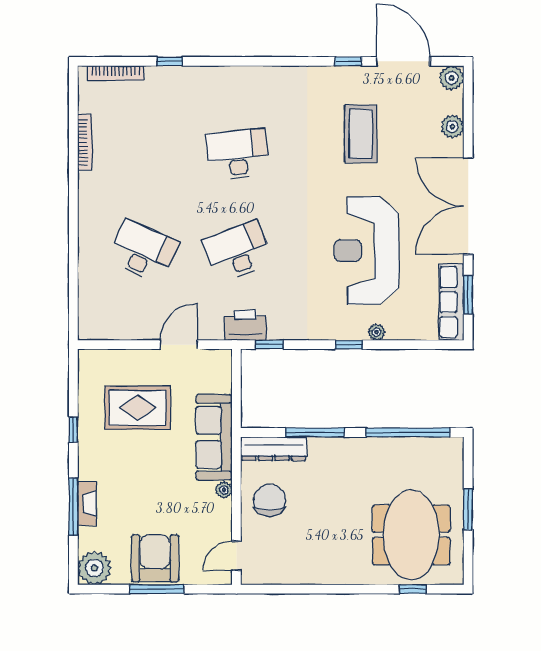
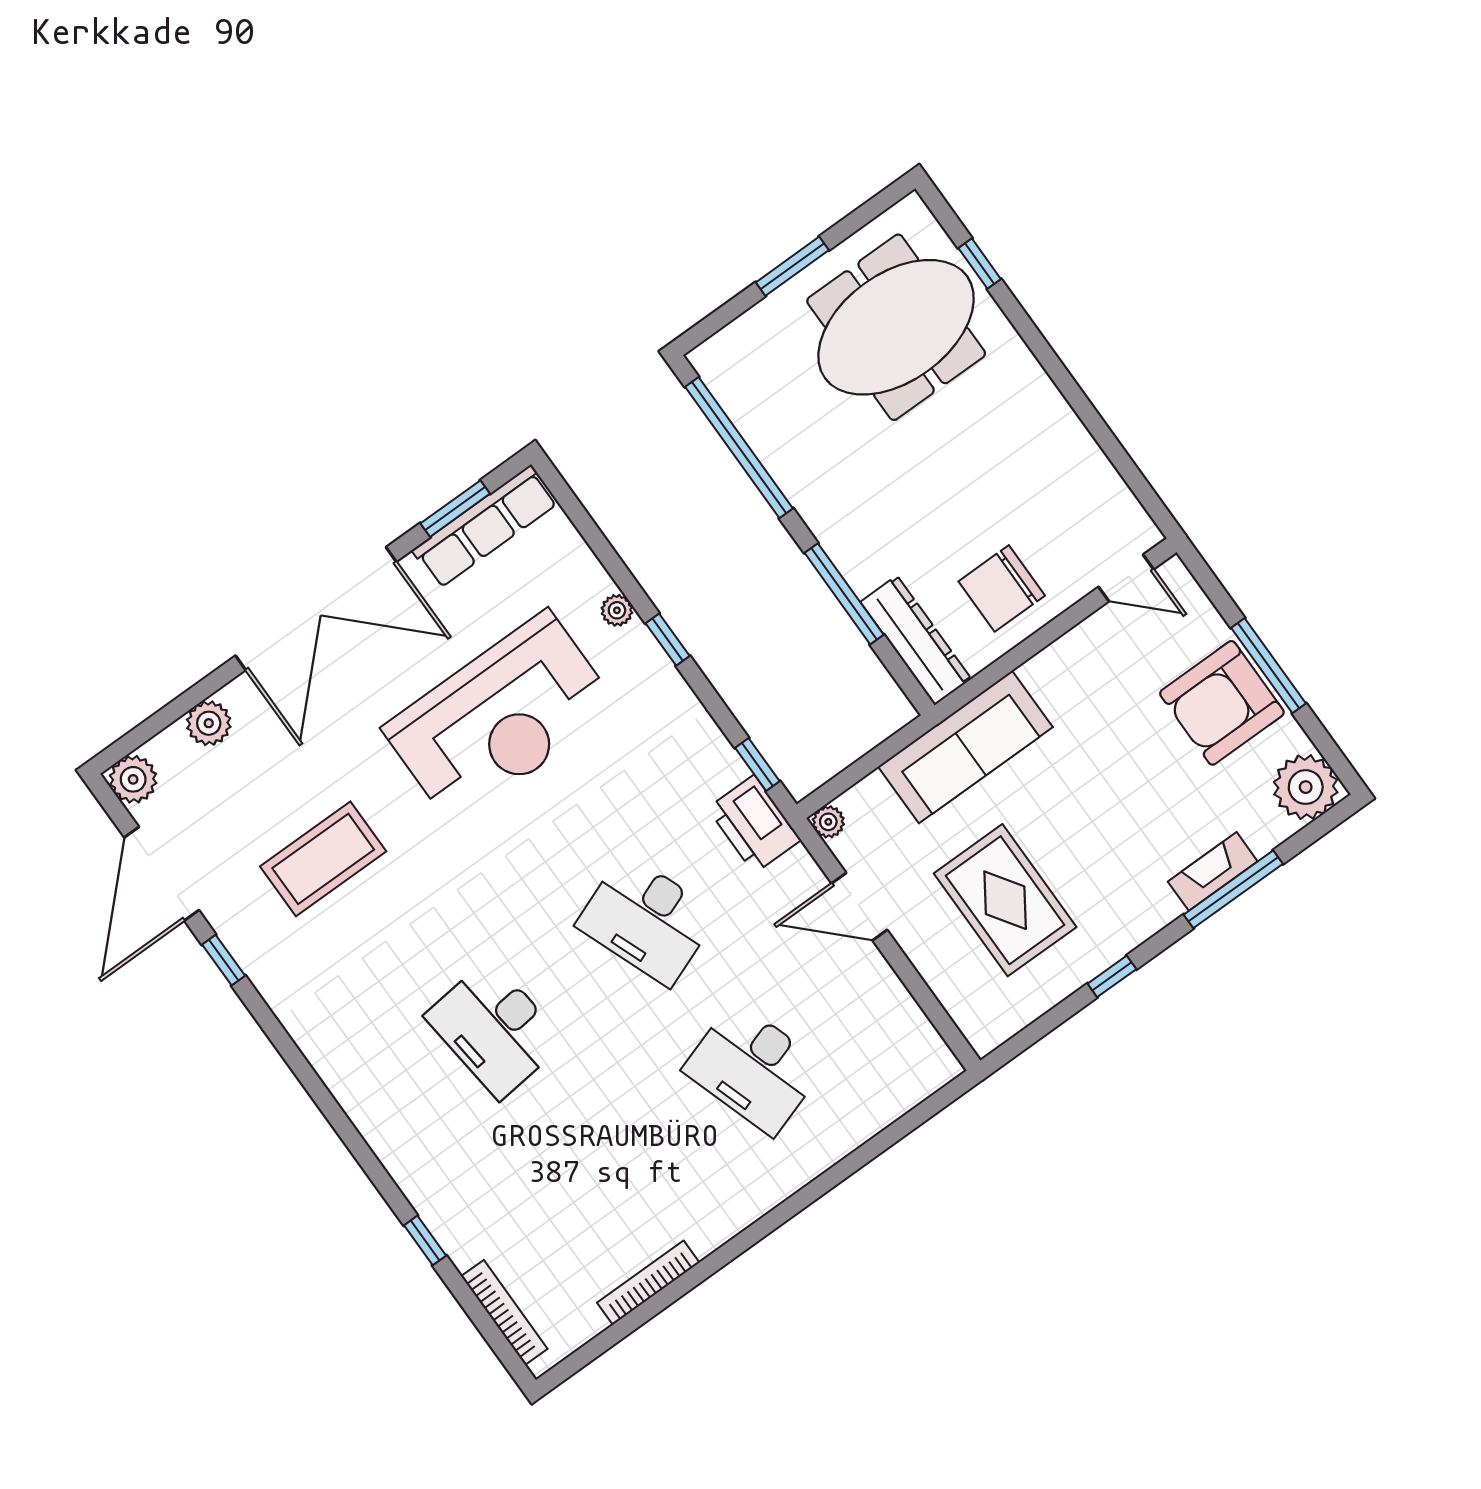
desk: (143, 251) -> (754, 1068), turned -42
plant: (224, 490) -> (828, 822), moved

